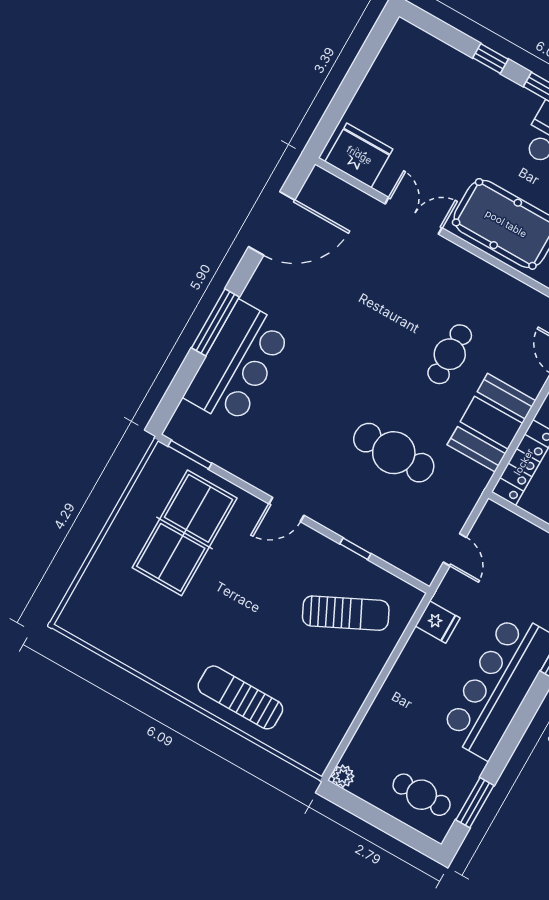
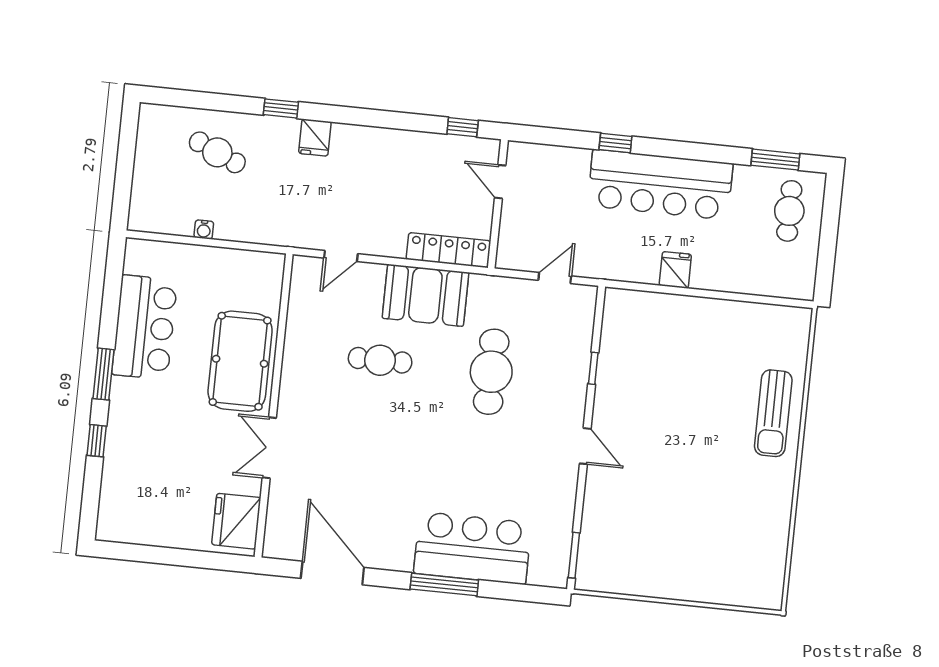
table tennis table: (185, 533) -> (647, 529), removed
sun lounger: (346, 613) -> (655, 352), removed
fridge: (438, 622) -> (675, 270), moved
plant: (343, 776) -> (804, 289), removed

